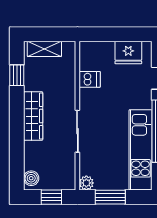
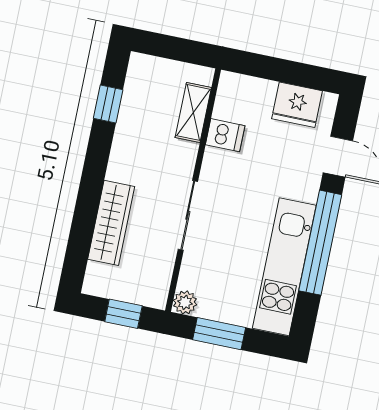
shelving: (44, 49) -> (193, 112), moved, turned 90
wardrobe: (33, 116) -> (111, 223), moved
boiler: (31, 178) -> (97, 276), removed

